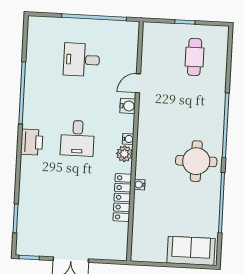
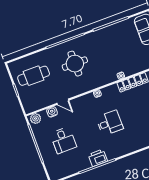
cafe table: (195, 57) -> (34, 76), width x1.37, depth x1.35
water cooler: (128, 106) -> (52, 112), moved
printer: (32, 142) -> (98, 158), moved
plant: (124, 154) -> (36, 118), moved
round table: (196, 161) -> (75, 64), moved

